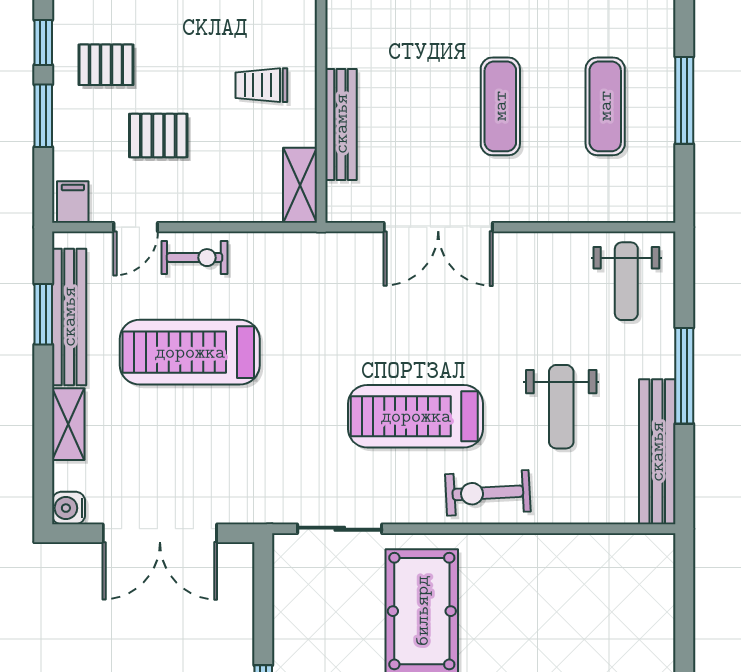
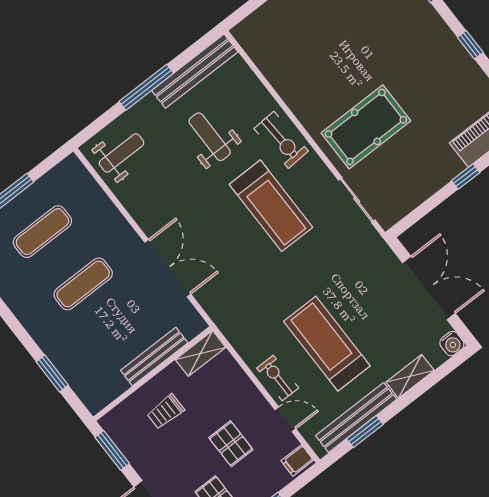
trolley: (261, 85) -> (166, 412), turned 90
treadmill: (190, 352) -> (327, 344), turned 180
weight bench: (561, 407) -> (210, 137), turned -90

